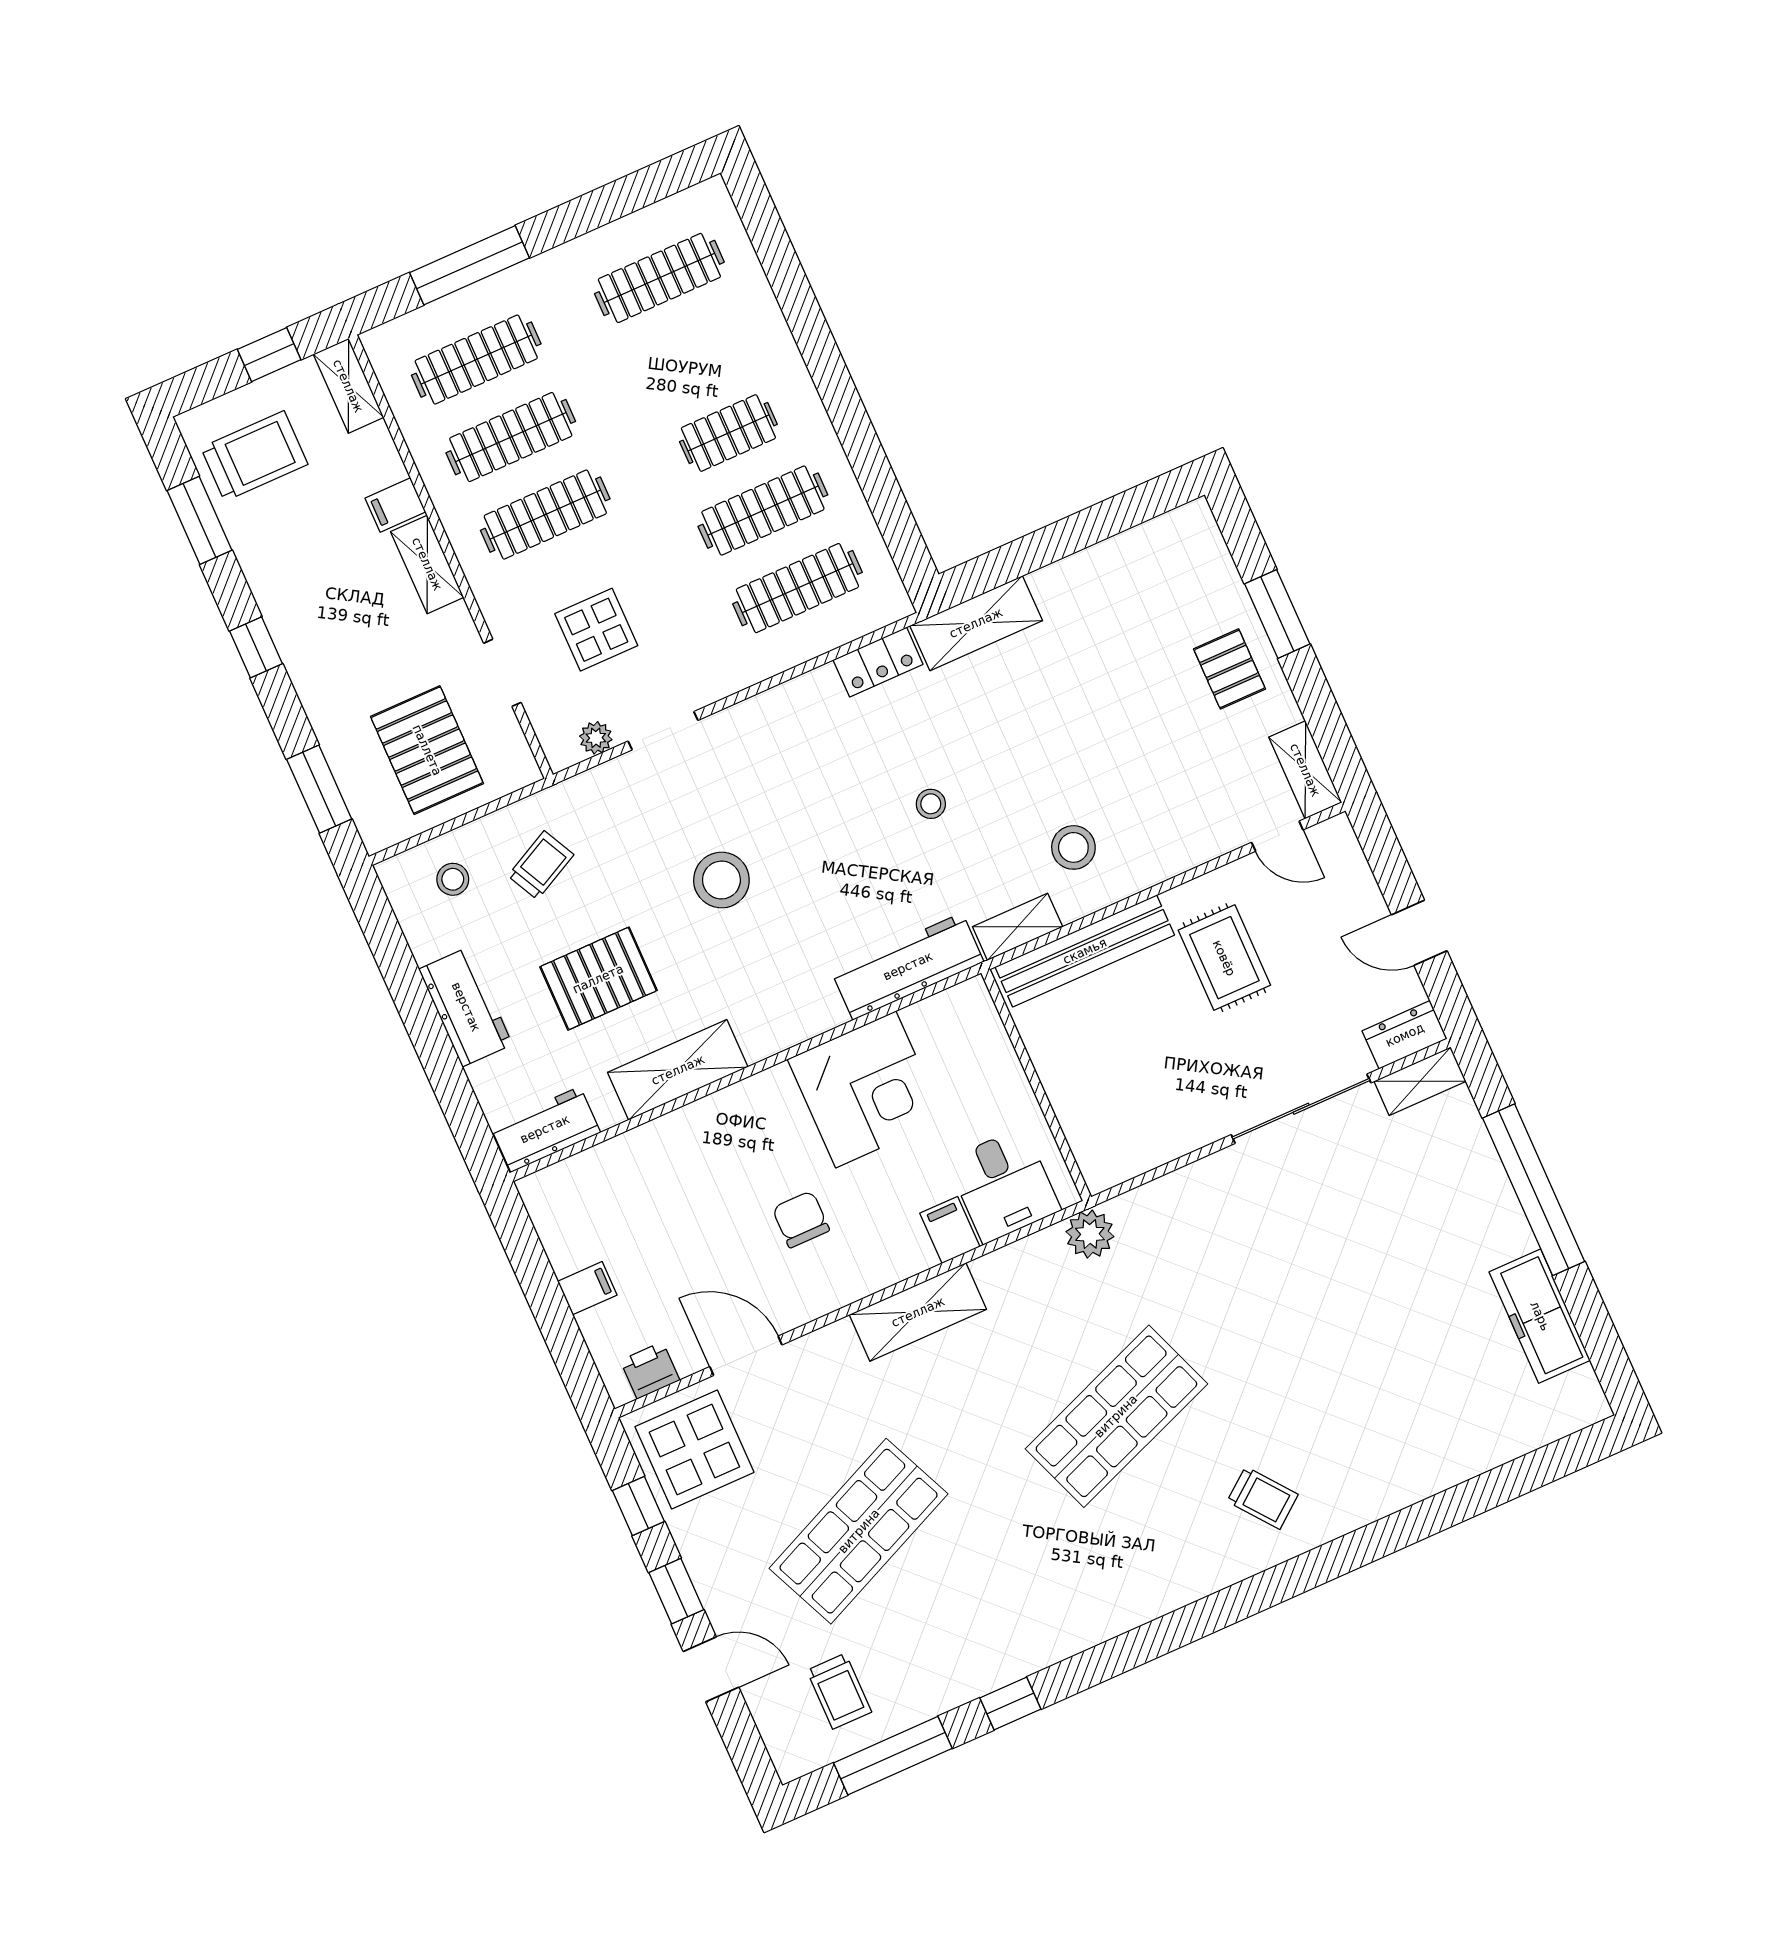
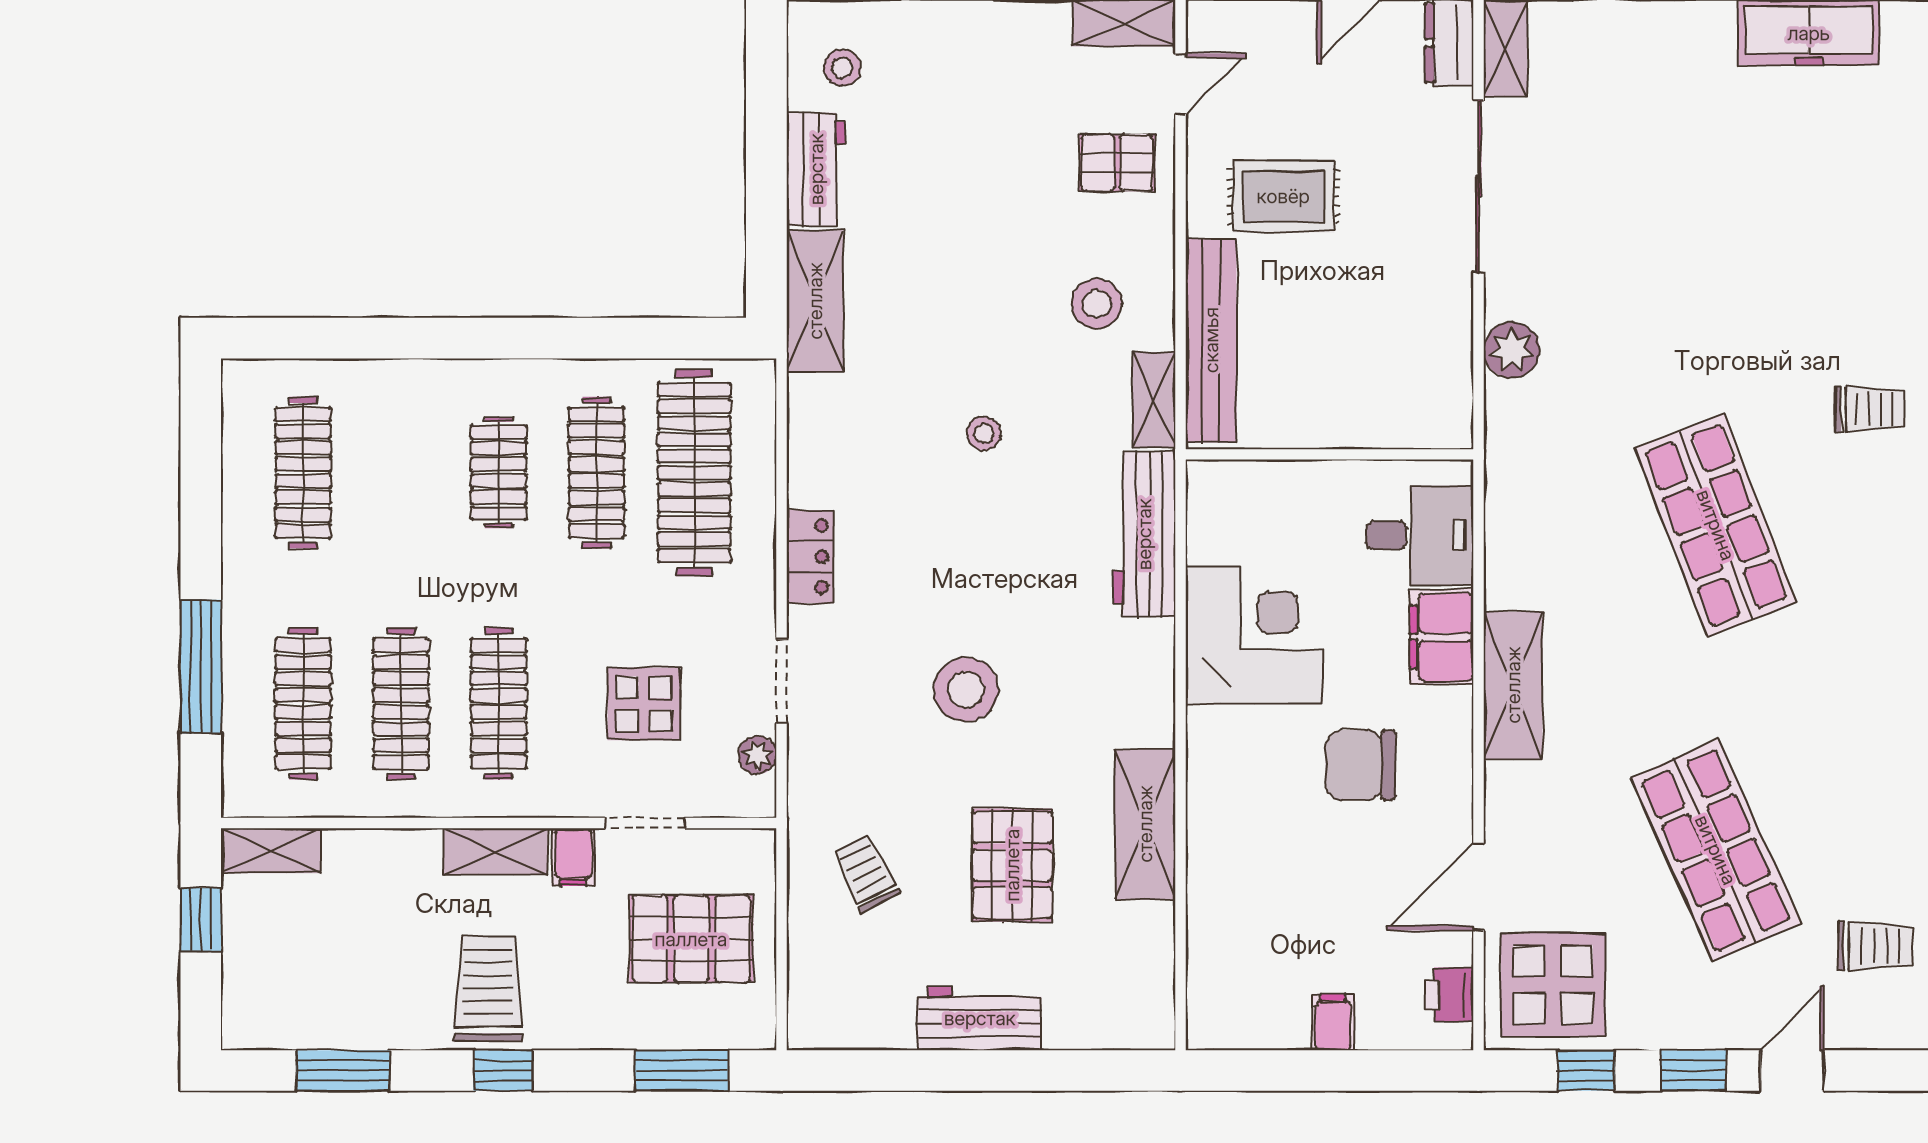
trolley: (254, 456) -> (488, 989), moved
filing cabinet: (395, 505) -> (573, 857), moved
clothes rail: (797, 588) -> (694, 473), width x1.37, depth x1.31
locker: (878, 662) -> (810, 557), moved
pallet: (1229, 669) -> (1117, 163), moved
stool: (453, 879) -> (842, 68), moved
workbench: (545, 1129) -> (816, 169), moved, turned 180
chair: (801, 1219) -> (1361, 765), width x1.37, depth x1.37
filing cabinet: (950, 1230) -> (1442, 637), width x2.00
plant: (1090, 1234) -> (1511, 350), moved
trolley: (1263, 1498) -> (1870, 409), turned 38

